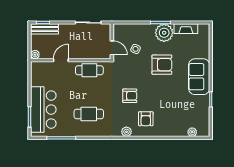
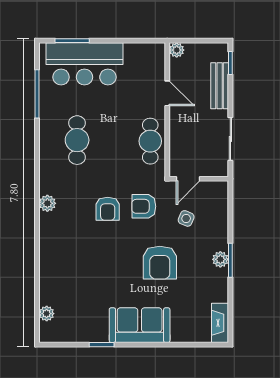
bench: (44, 29) -> (220, 86), moved
fireplace: (186, 29) -> (220, 323), moved
plant: (164, 33) -> (220, 259), width x0.53, depth x0.53
armchair: (146, 119) -> (144, 206), moved

